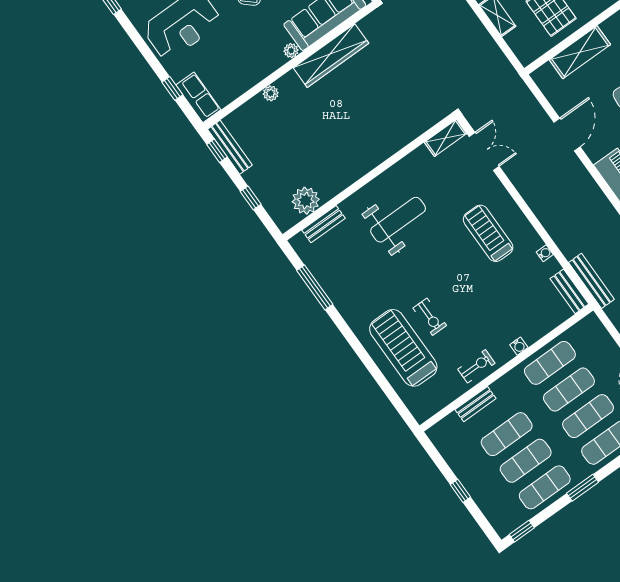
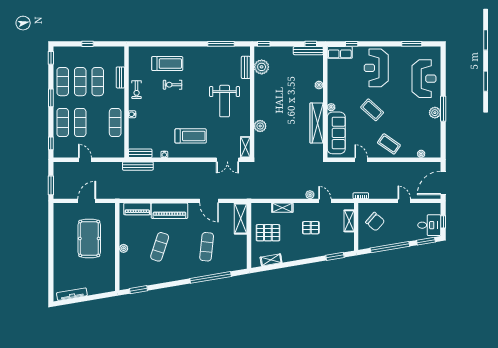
shelving: (580, 52) -> (241, 219), moved
plant: (397, 138) -> (260, 126), added
window: (251, 198) -> (264, 44), moved
treadmill: (403, 348) -> (167, 64), width x0.73, depth x0.73
exercise mat: (569, 390) -> (98, 123), removed

